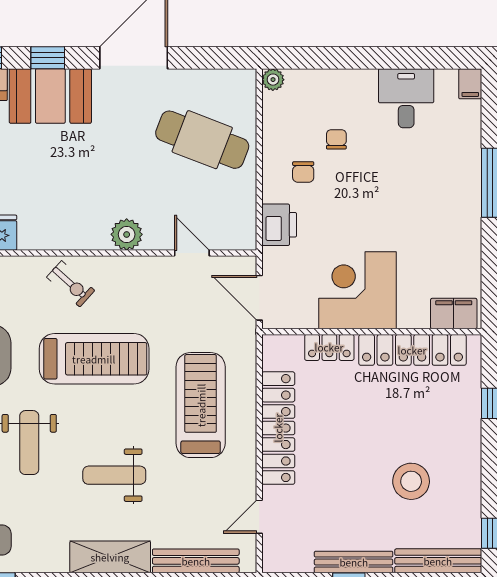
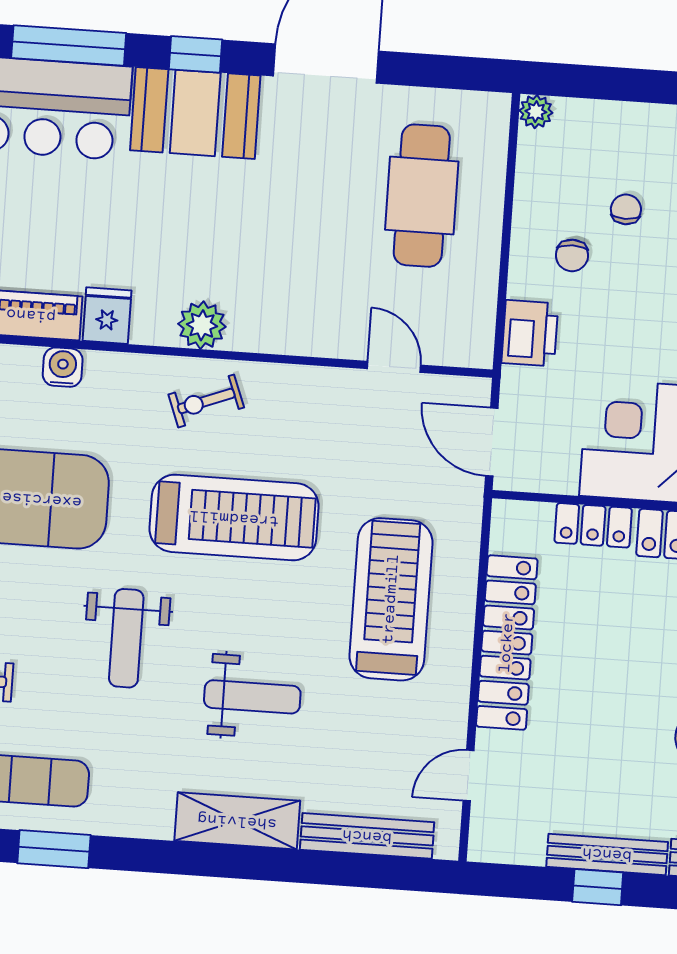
cafe table: (202, 140) -> (422, 196), turned 69
plant: (127, 234) -> (202, 325), moved
exercise bike: (71, 284) -> (206, 401), turned 117
weight bench: (114, 475) -> (252, 697), turned 180

